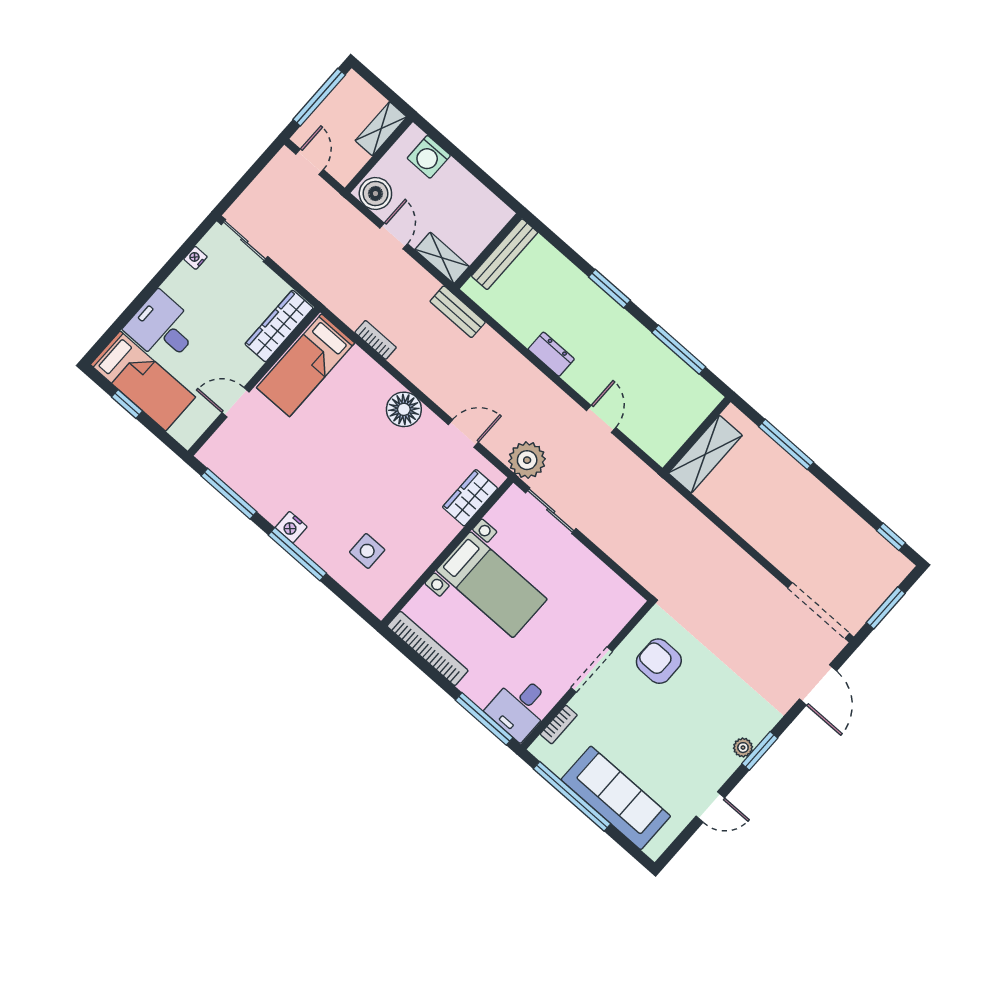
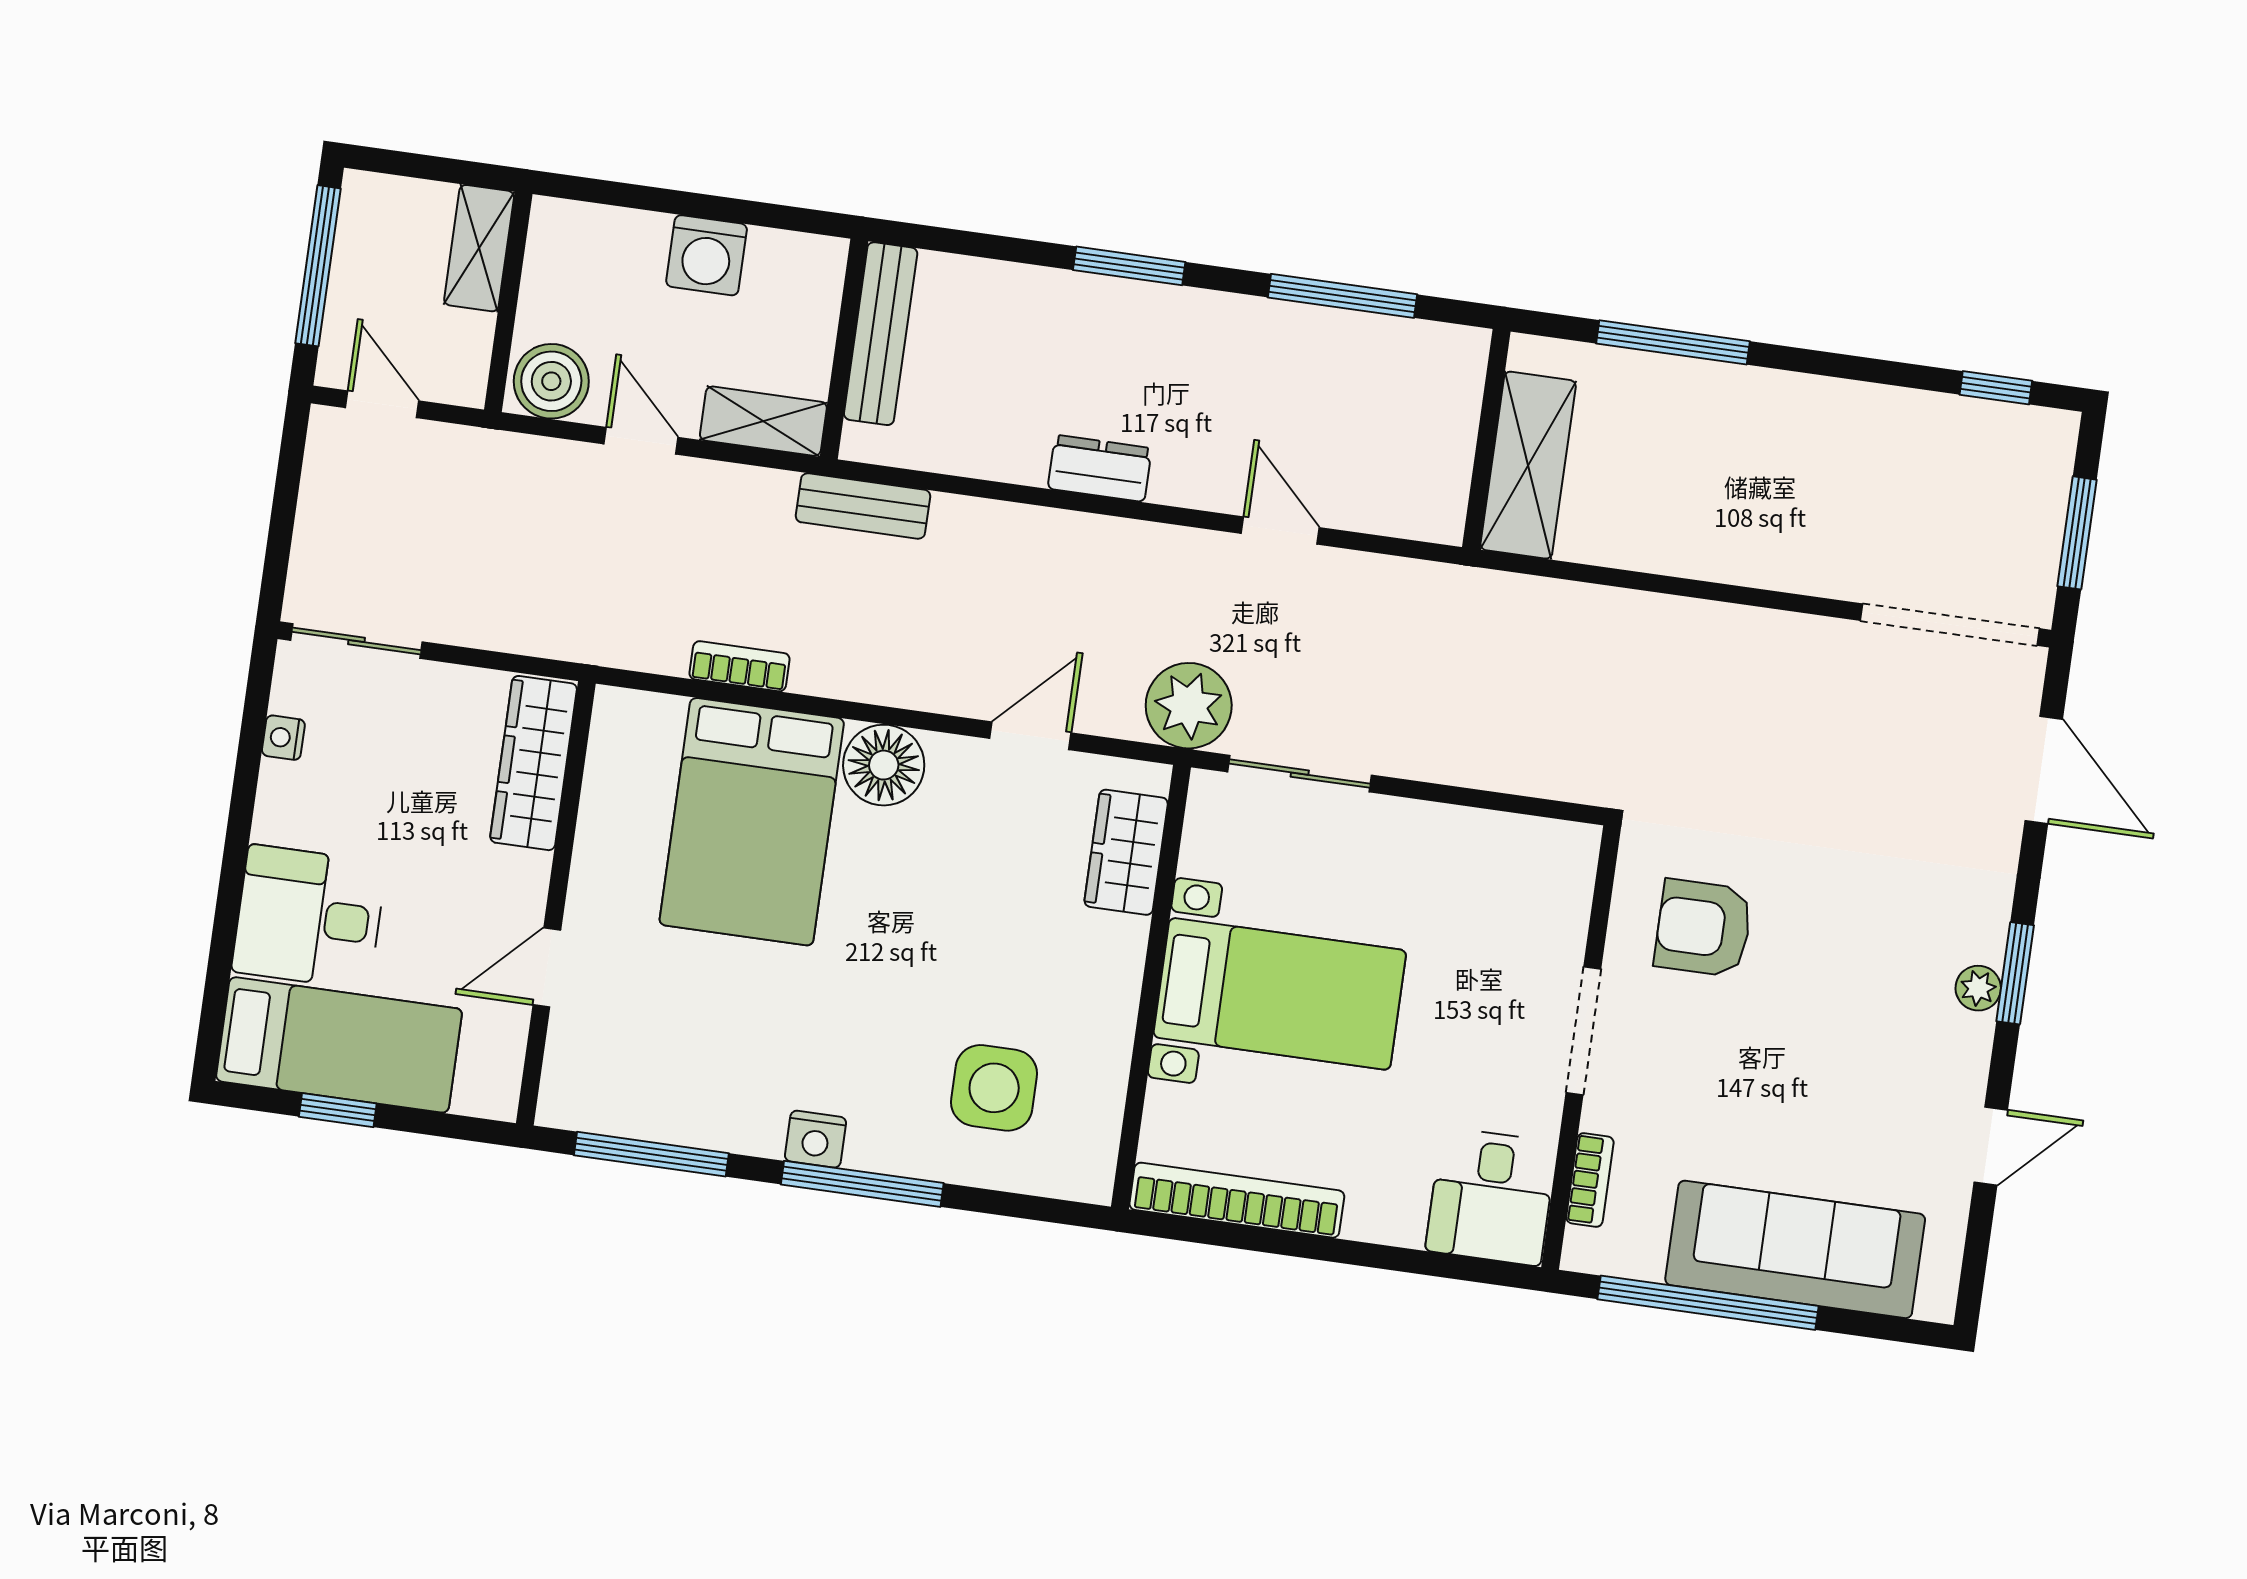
washing machine: (429, 157) -> (707, 255), moved
bed: (306, 365) -> (752, 822), moved, width x1.50
side table: (367, 551) -> (994, 1088), width x1.37, depth x1.37
window: (484, 719) -> (1438, 1265), removed

